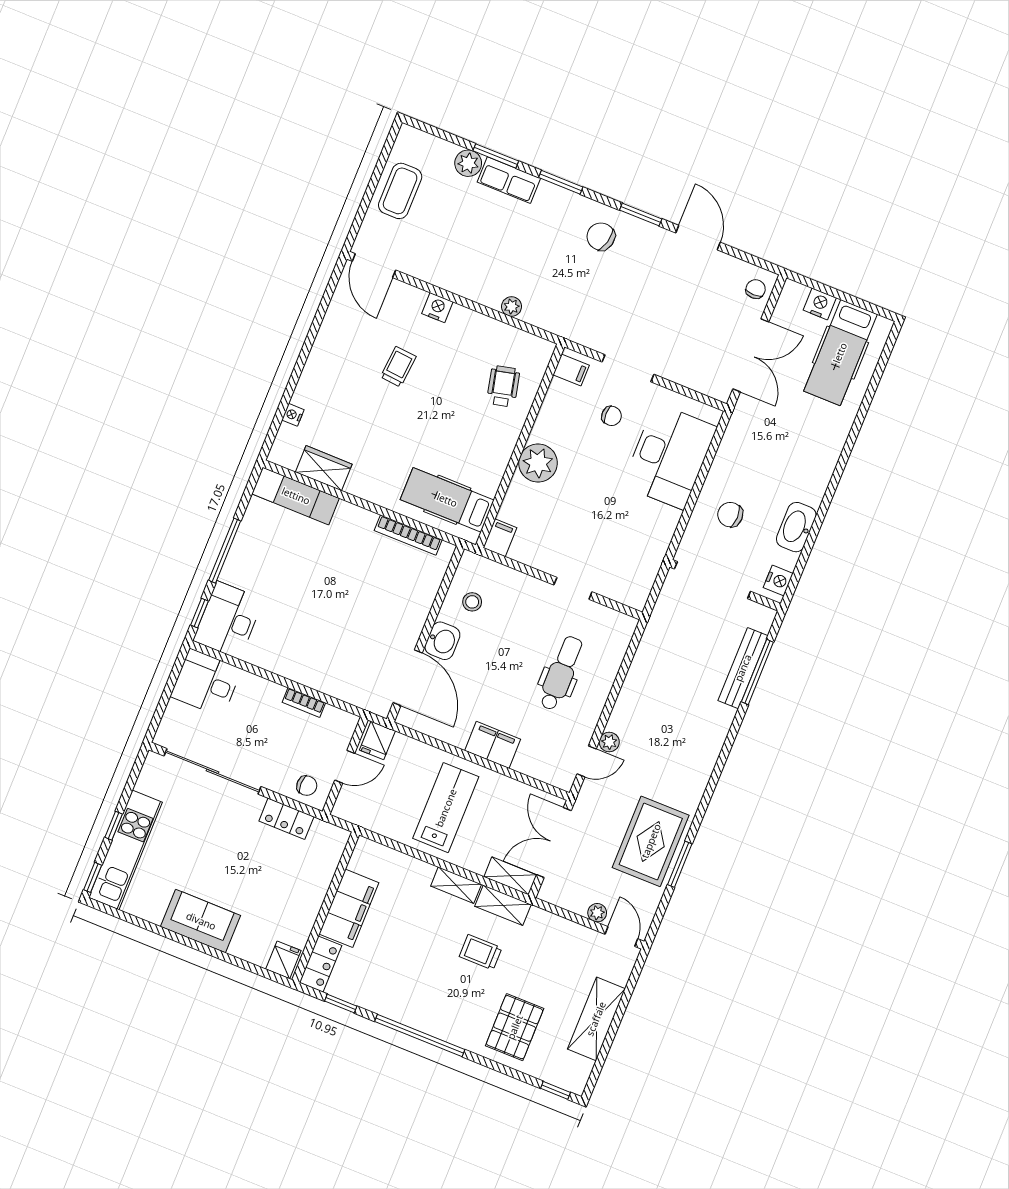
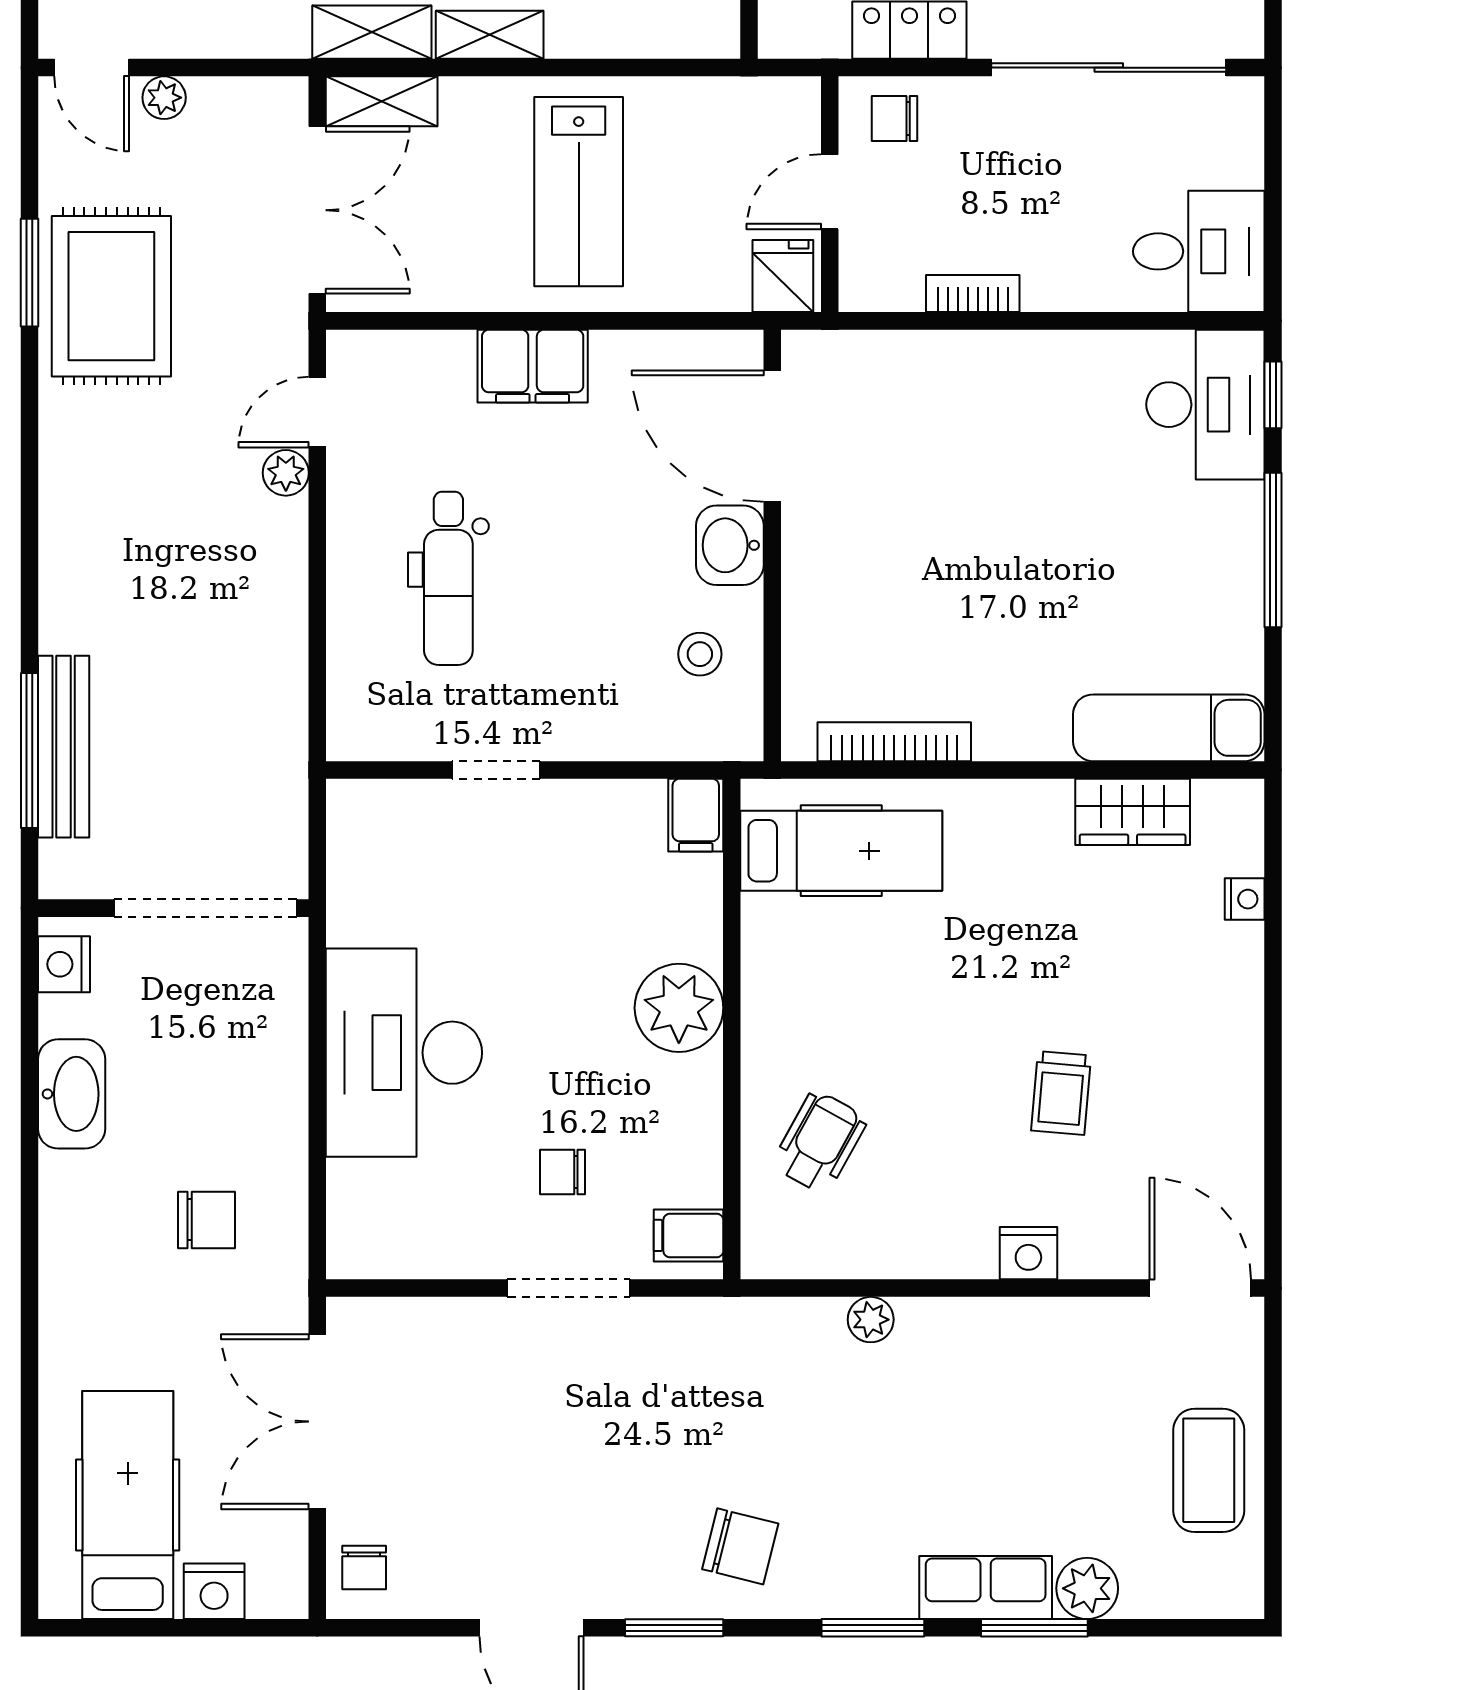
wheelchair: (503, 386) -> (820, 1142), turned -138
desk: (669, 456) -> (404, 1053), moved
chair: (730, 515) -> (207, 1220), moved

